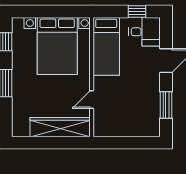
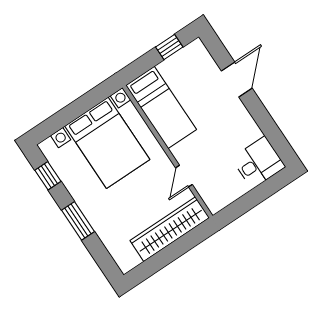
desk: (145, 32) -> (258, 163), moved
window: (166, 105) -> (269, 128), removed

